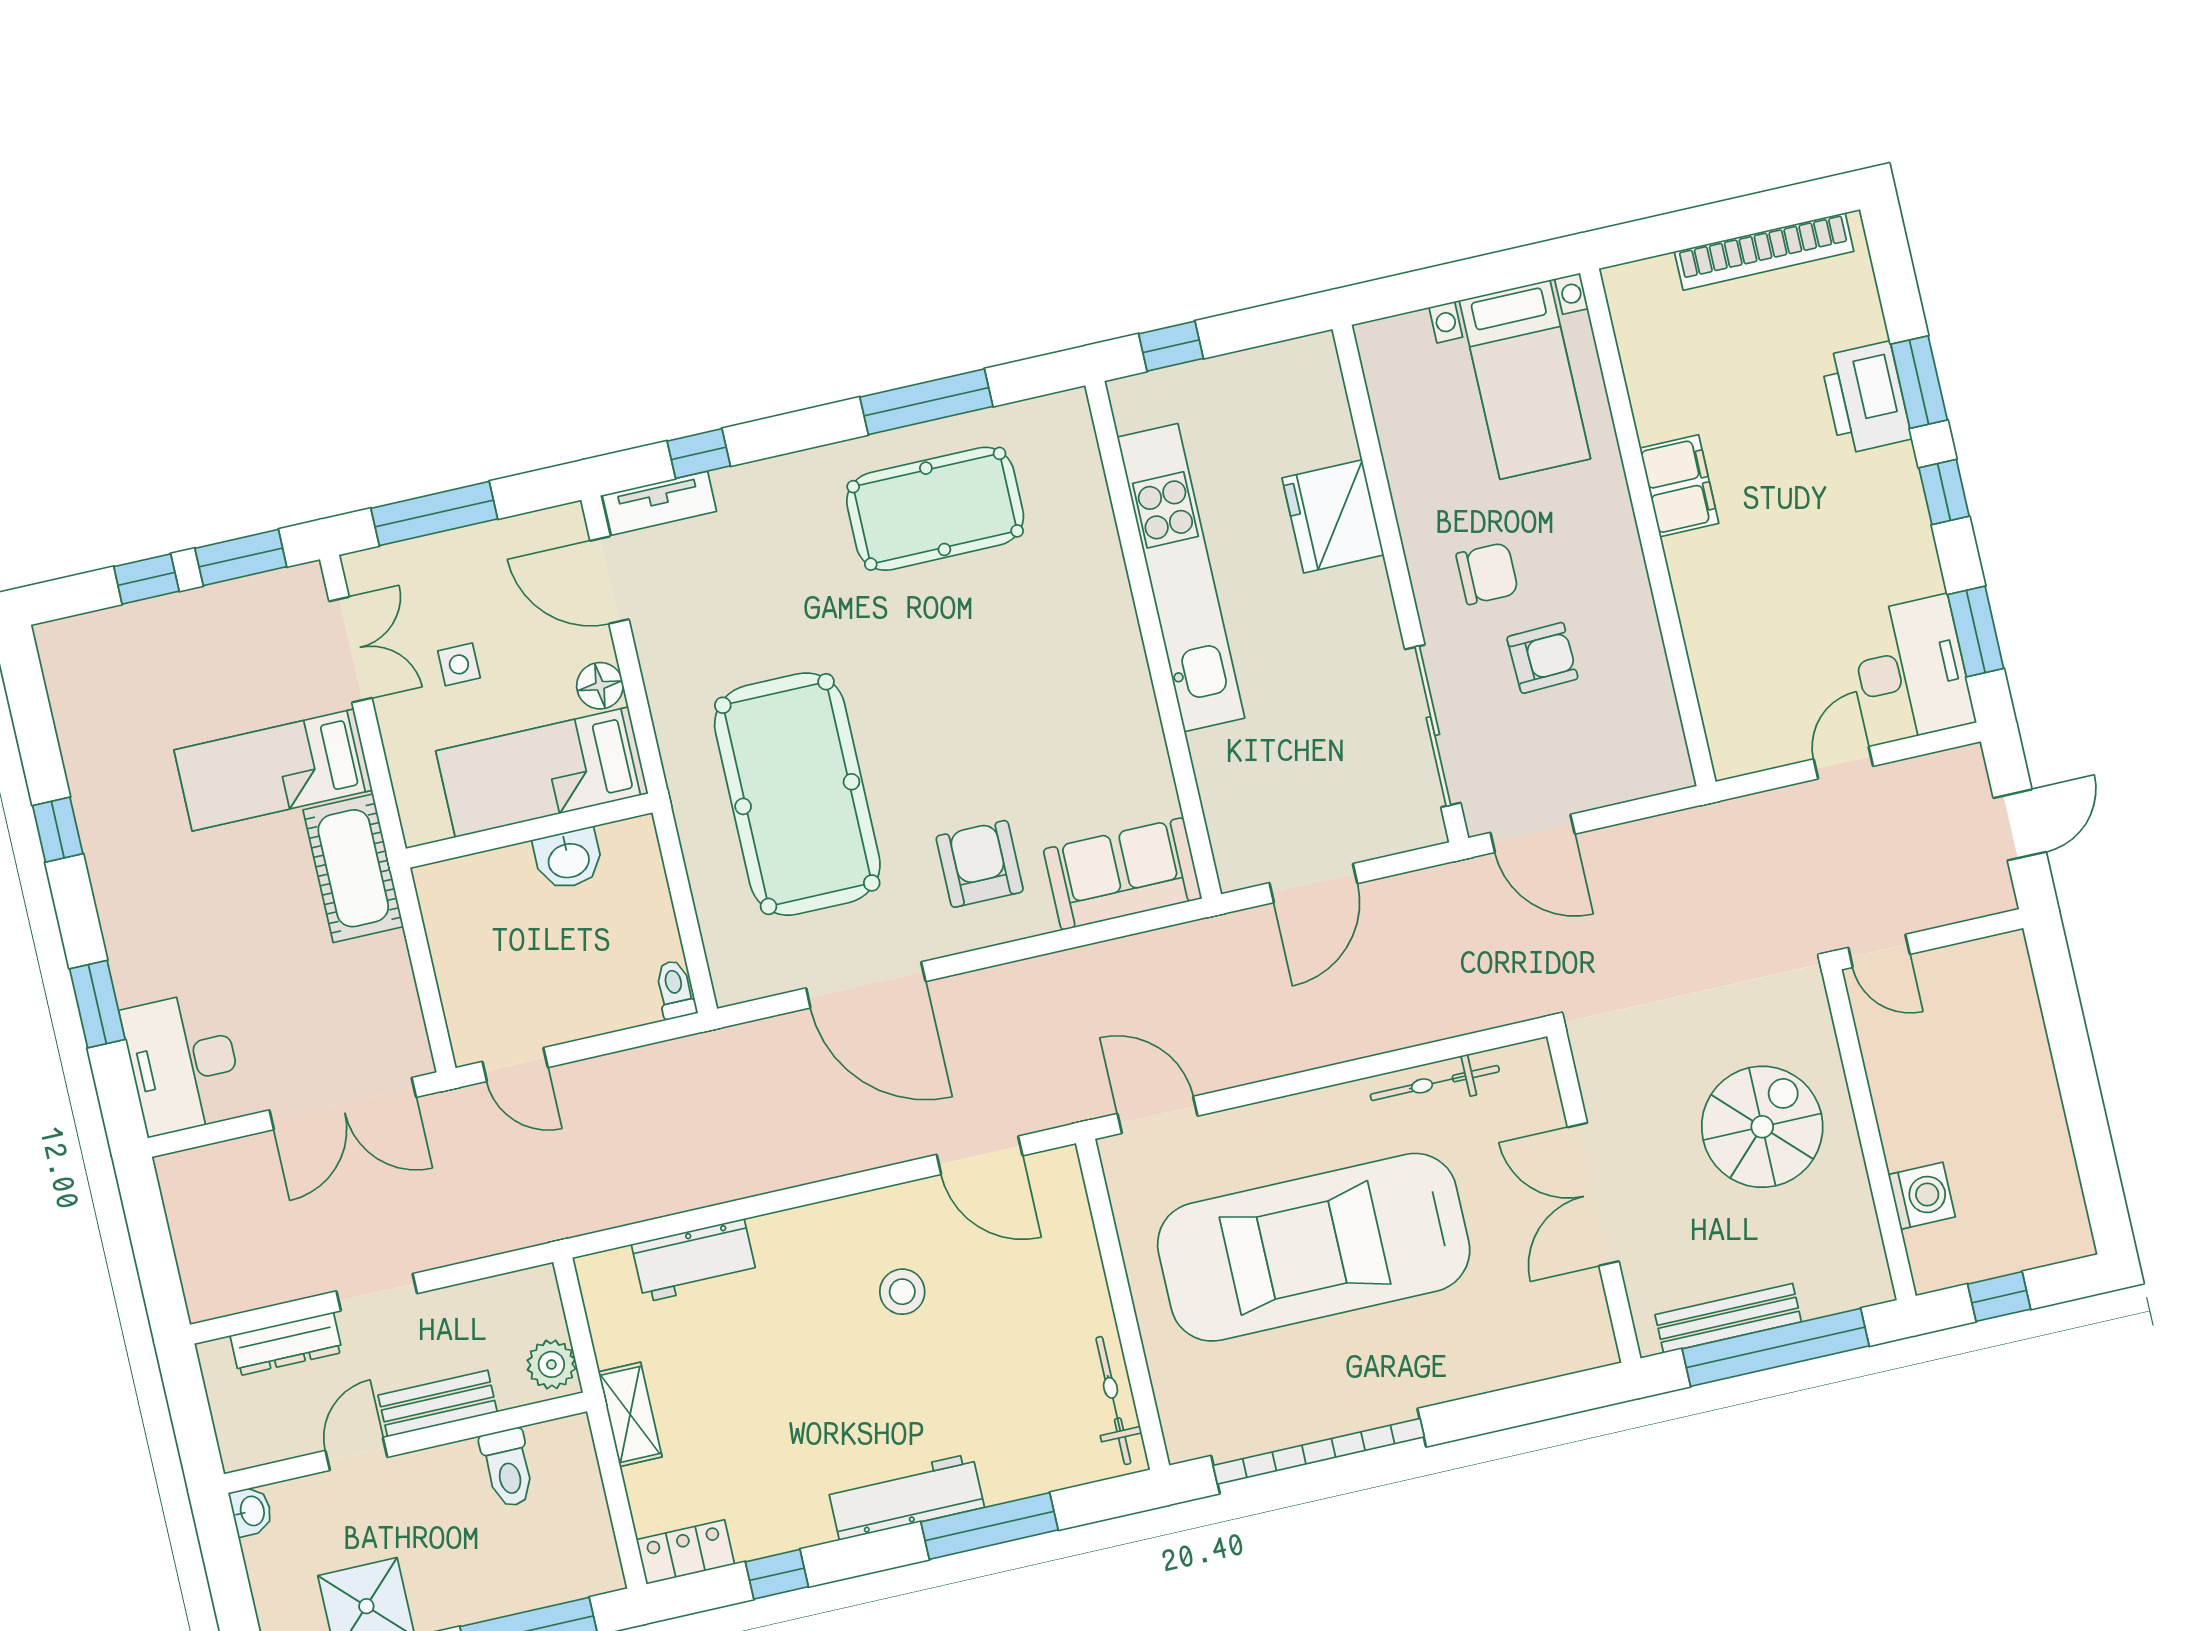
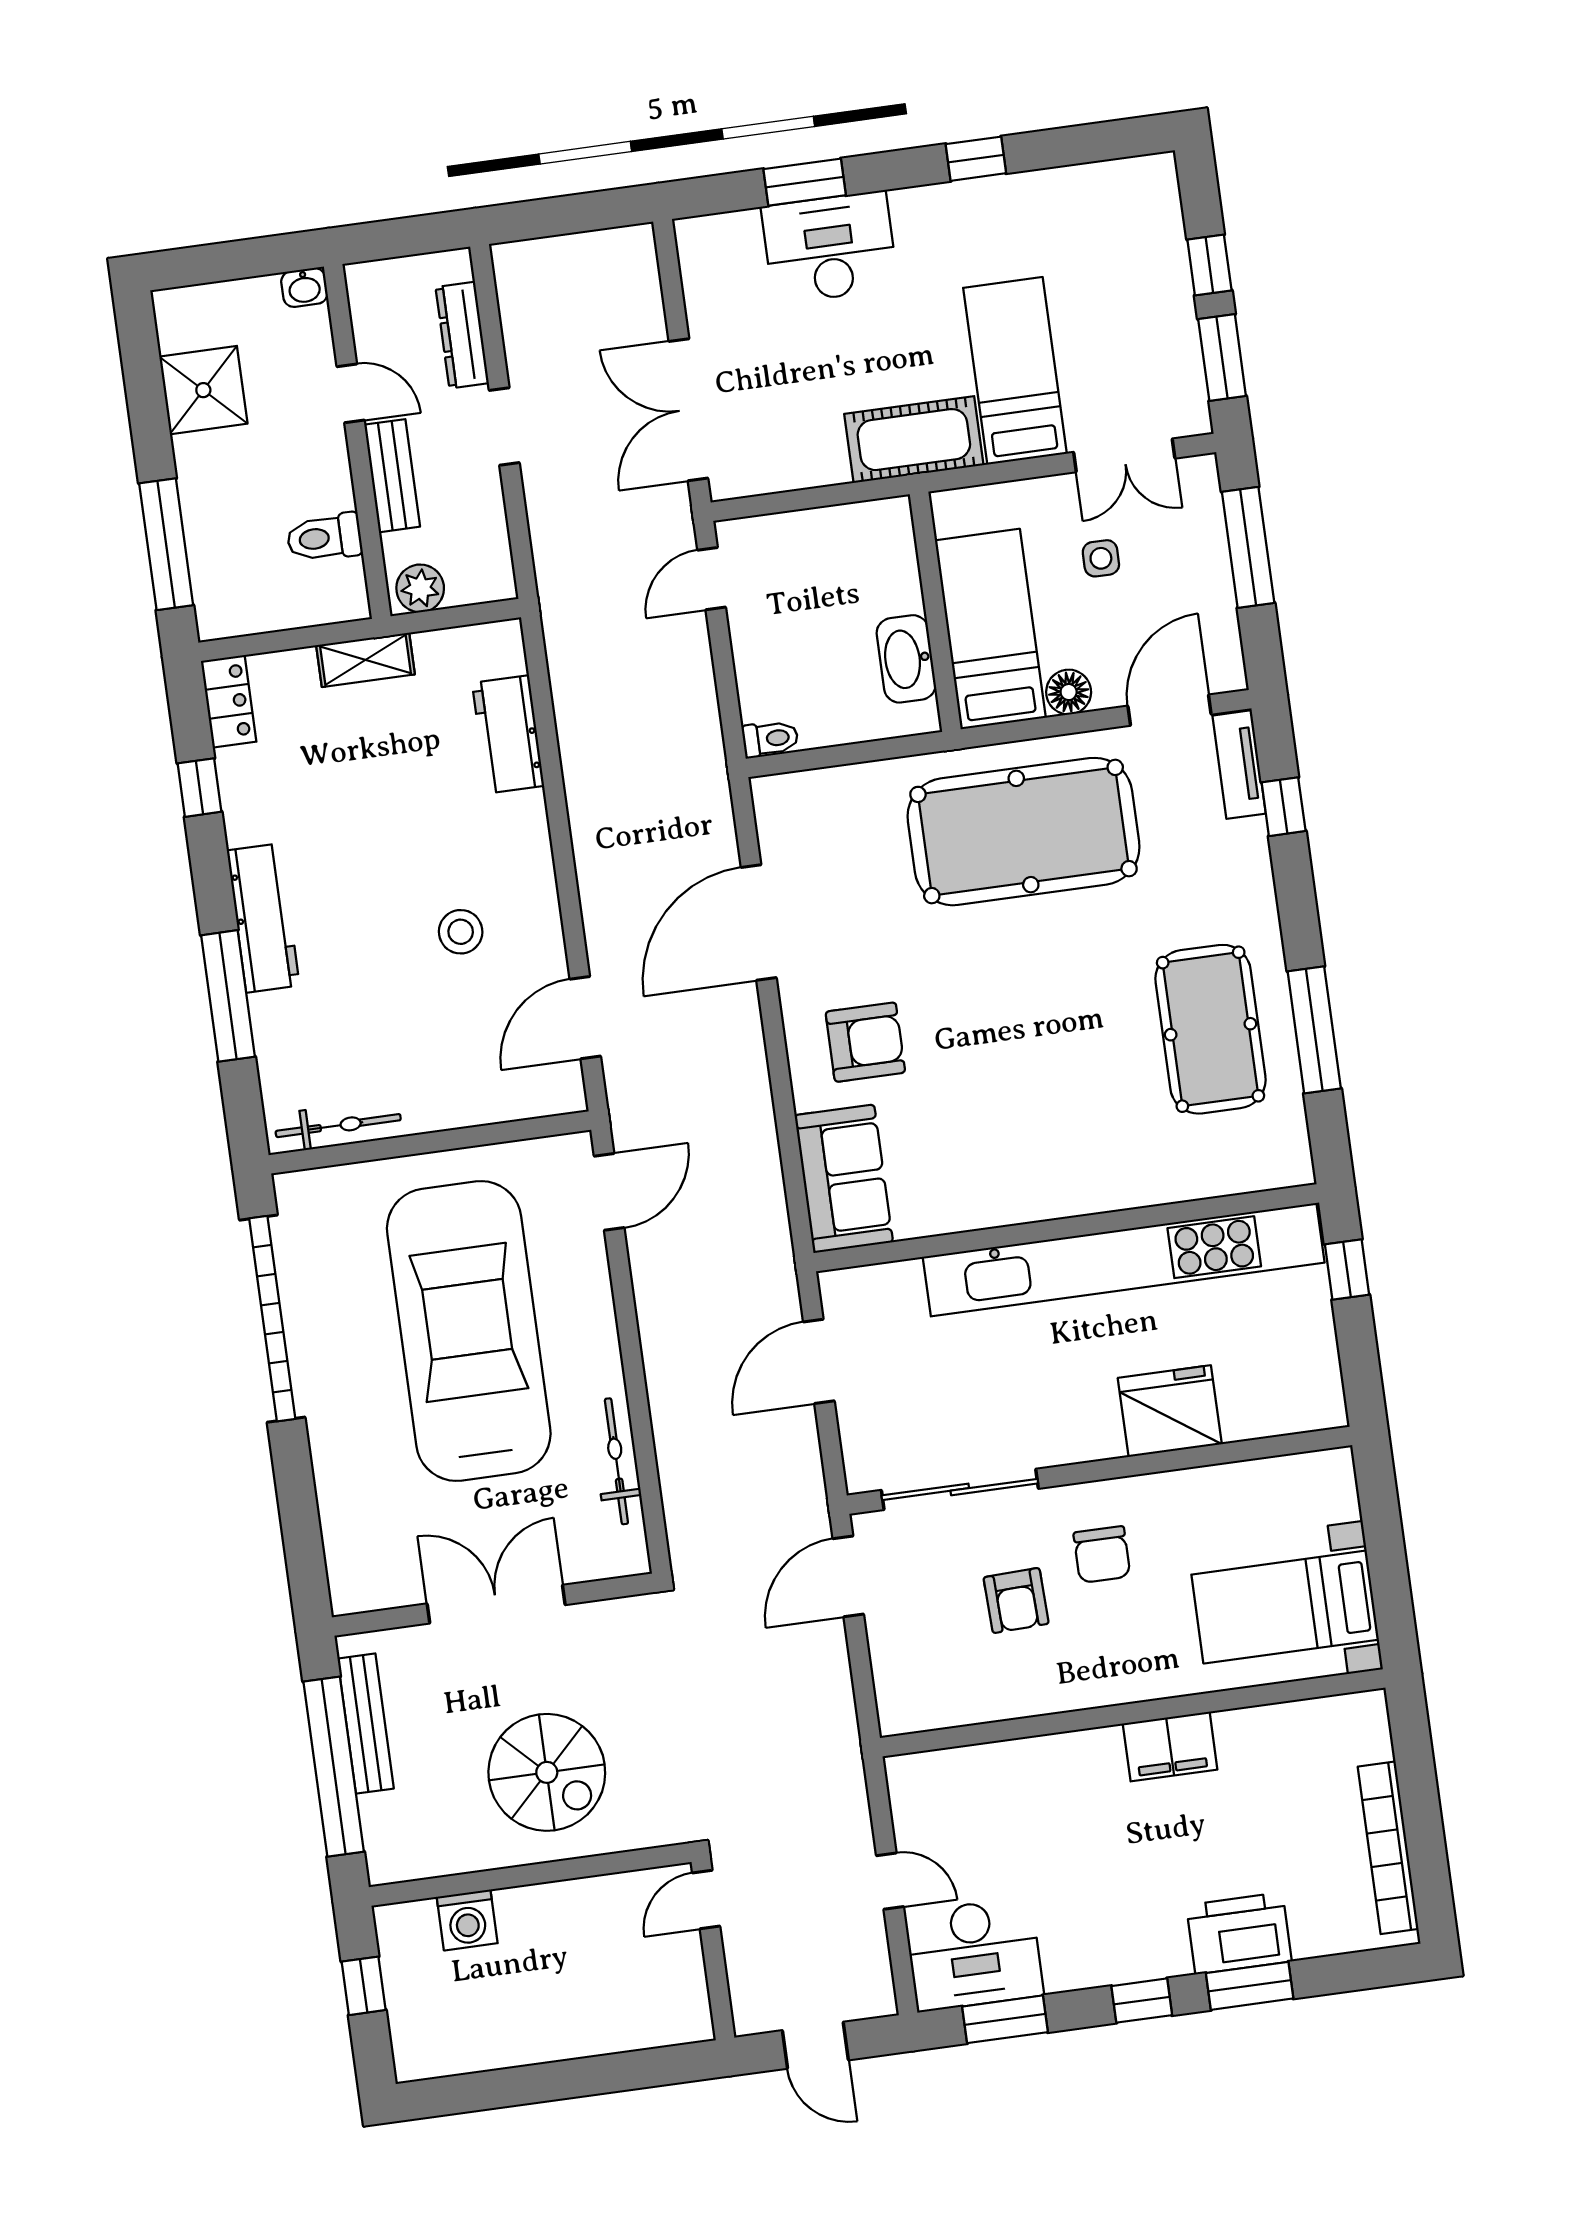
kitchen unit: (1181, 578) -> (1124, 1260), width x1.36
pool table: (797, 794) -> (1024, 832), moved
washbasin: (568, 859) -> (906, 659), width x1.38
door: (1313, 883) -> (819, 1361), hinge flipped
desk: (183, 1063) -> (830, 247), moved

